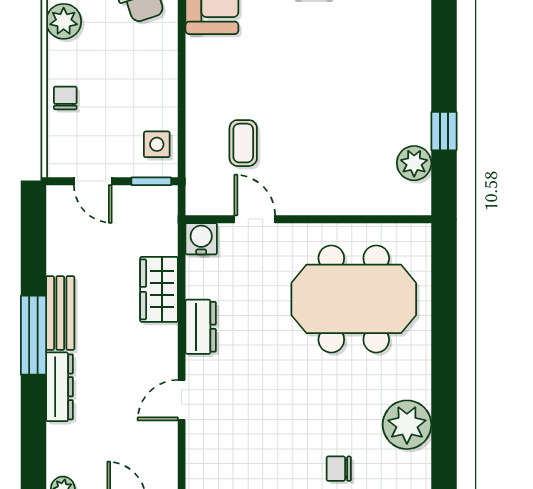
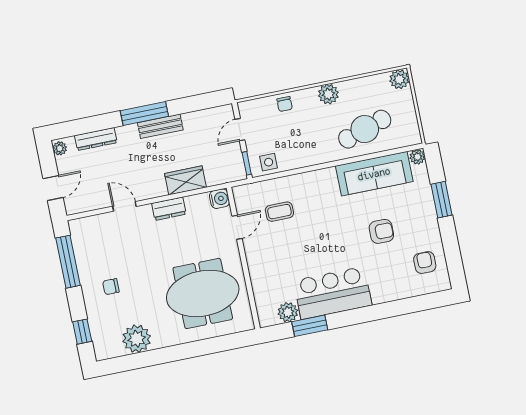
bar counter: (397, 82) -> (333, 293), added
chair: (65, 98) -> (285, 104), turned 90
window: (444, 131) -> (310, 326), width x1.50
meeting table: (354, 299) -> (203, 293), turned 90
dresser: (60, 387) -> (96, 139), moved
chair: (339, 469) -> (111, 287), moved, turned -90

